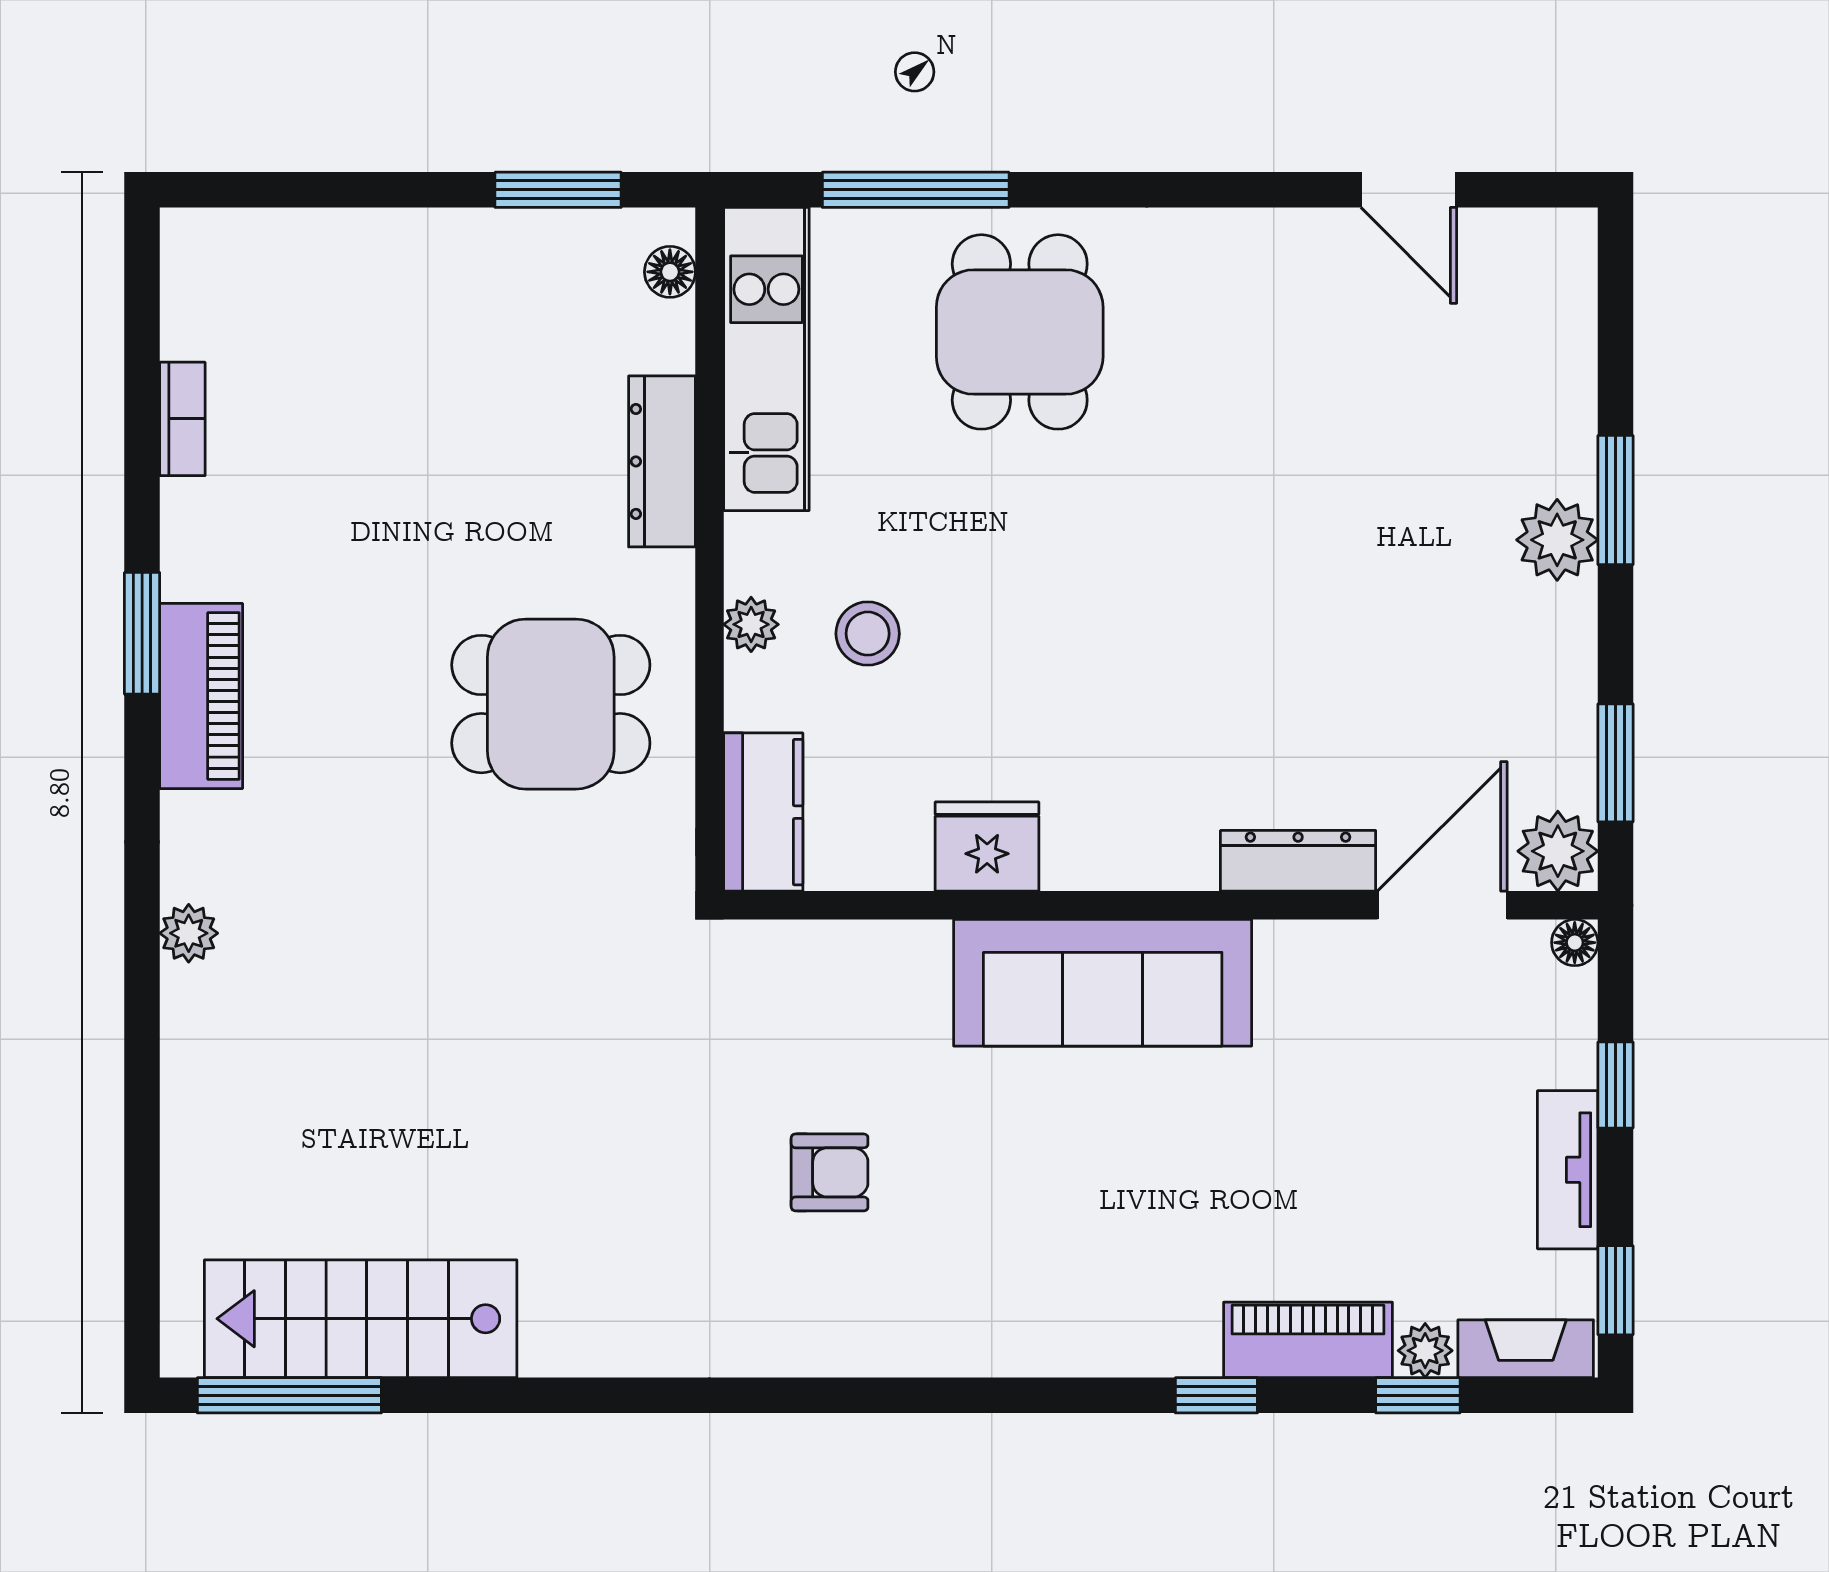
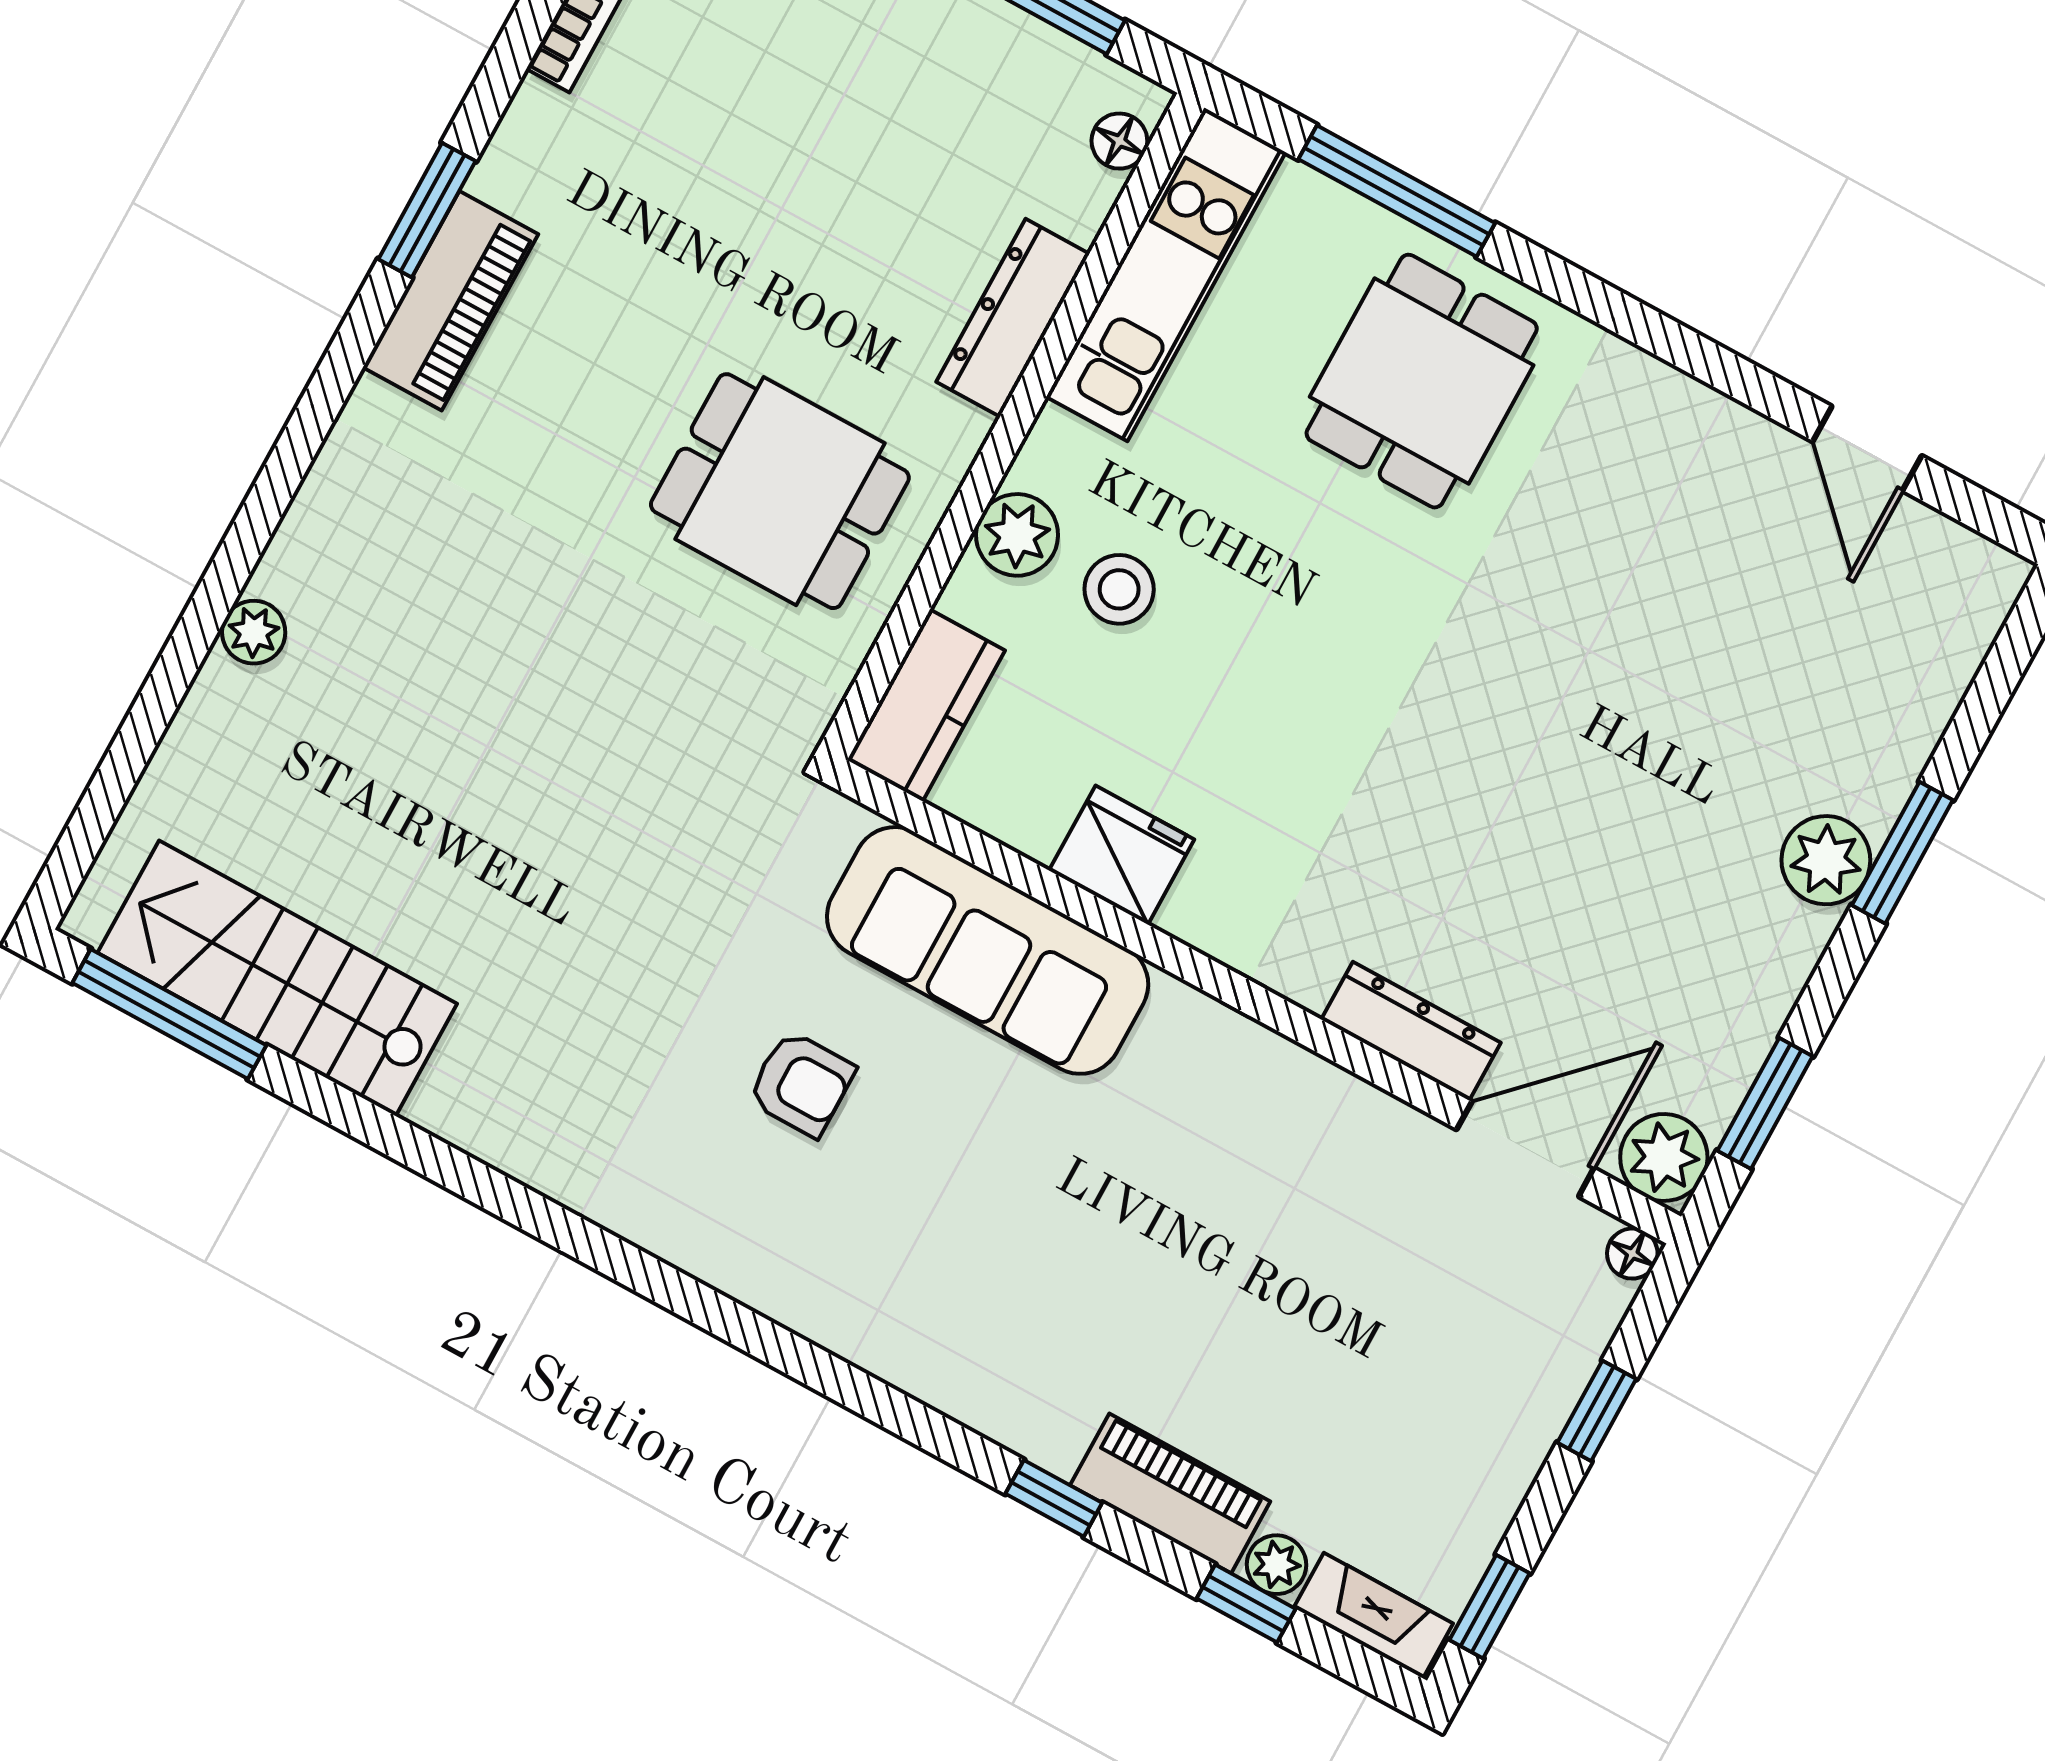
plant: (751, 624) -> (1017, 535), width x1.38, depth x1.38
plant: (189, 933) -> (254, 632), moved
sofa: (1103, 983) -> (988, 950), moved
tv unit: (1568, 1170) -> (1507, 1467), removed

